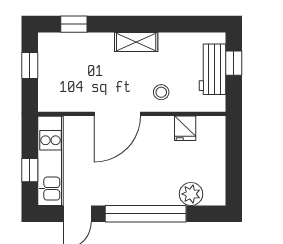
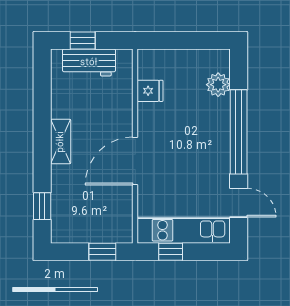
window: (30, 65) -> (102, 252), moved
stool: (161, 92) -> (113, 116), removed
door: (117, 114) -> (135, 161), swing flipped
window: (30, 170) -> (171, 252), moved

